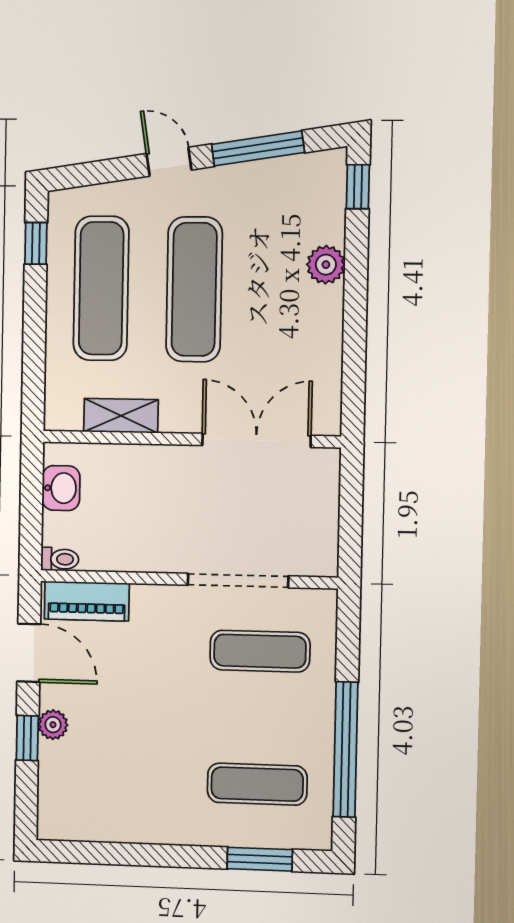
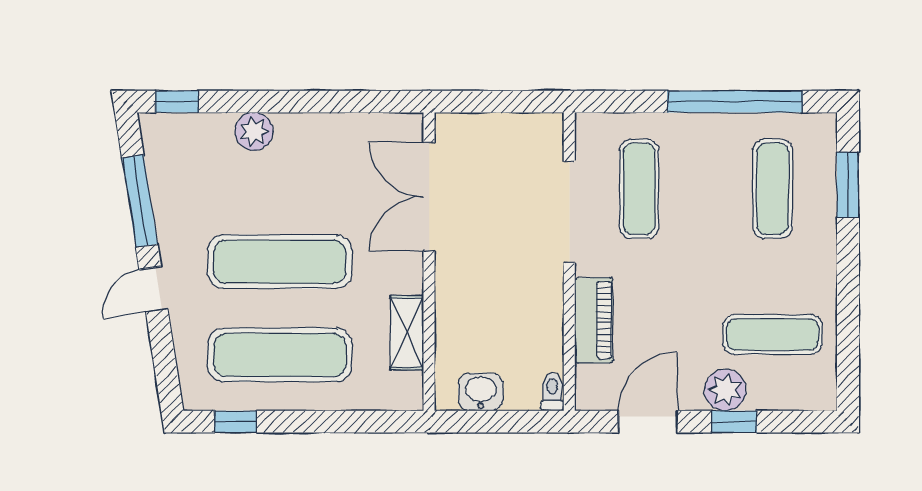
piano: (87, 601) -> (594, 320), moved
plant: (53, 725) -> (725, 390), width x1.38, depth x1.38
exercise mat: (112, 779) -> (773, 335), added

